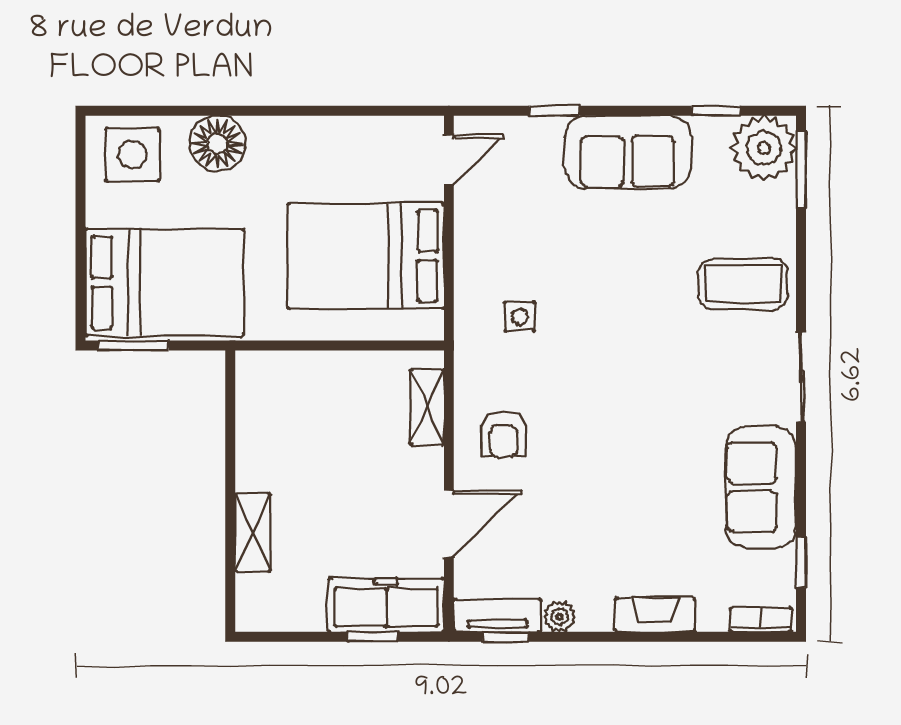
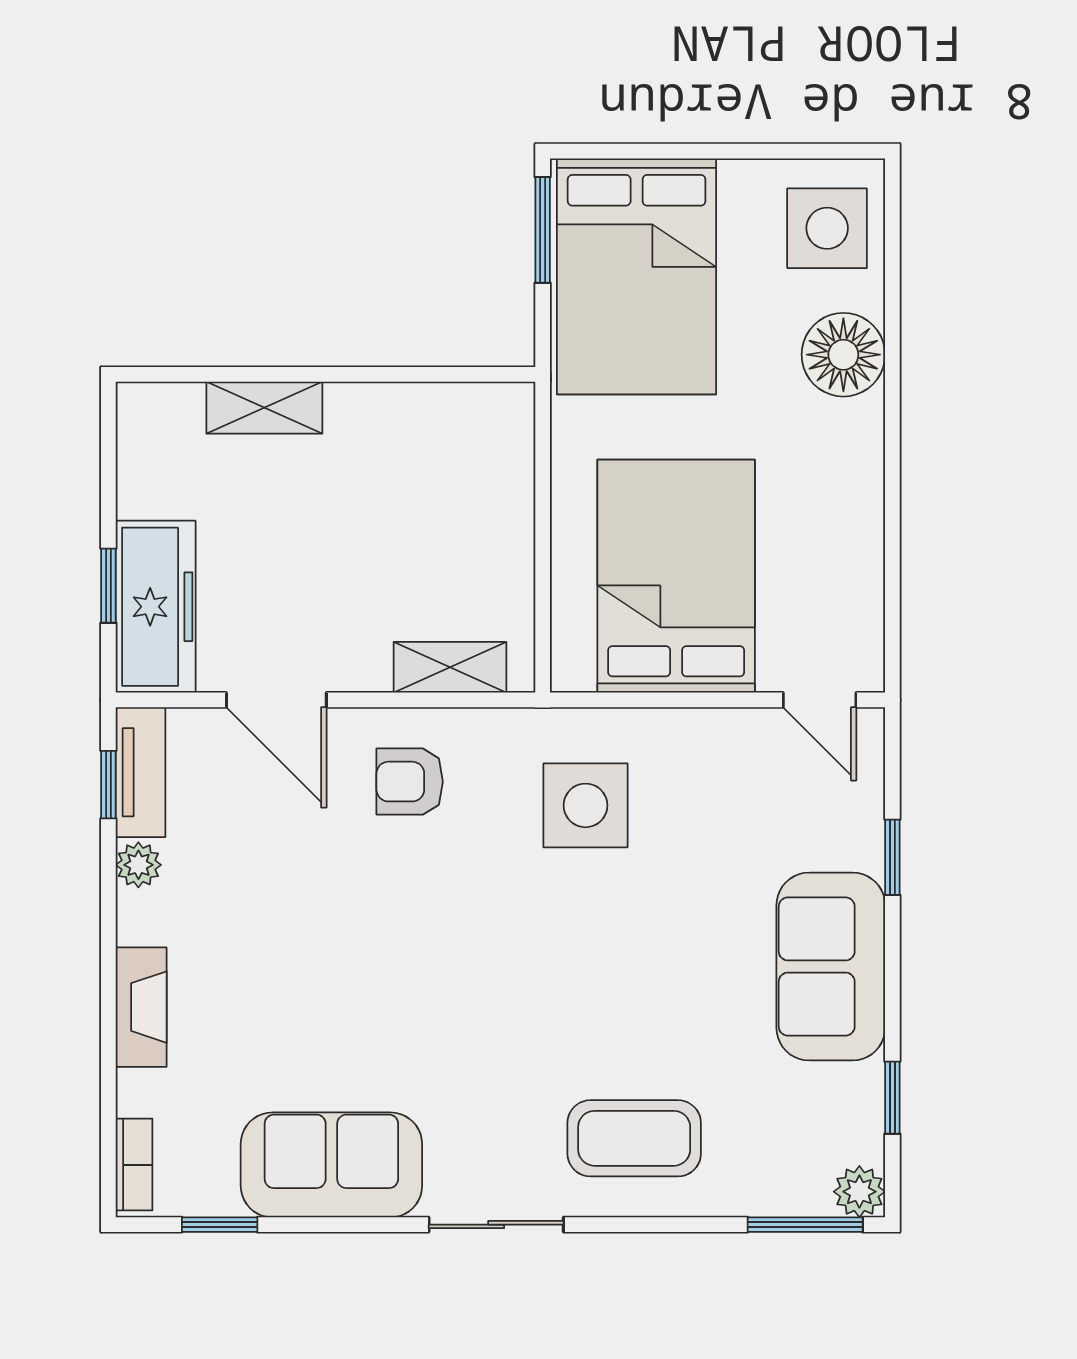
plant: (764, 148) -> (859, 1192), width x0.53, depth x0.53
coffee table: (743, 284) -> (634, 1138), turned 90
side table: (520, 317) -> (585, 805), width x1.87, depth x1.87

